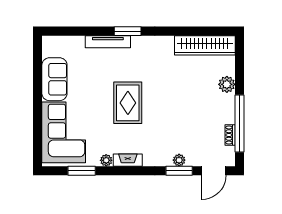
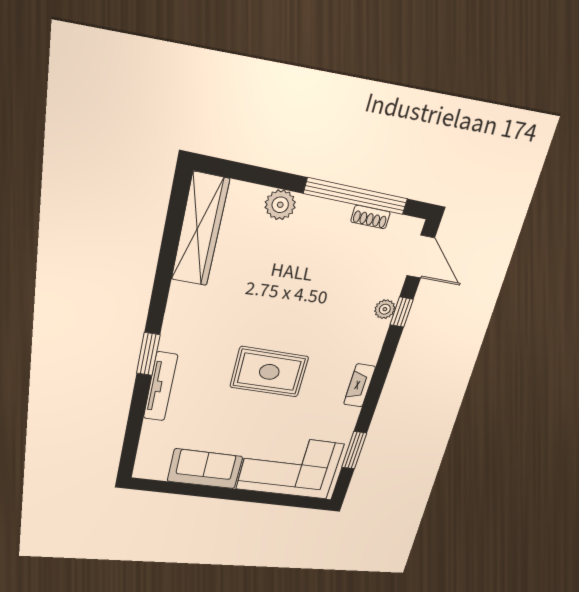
plant: (106, 160) -> (350, 416), removed
window: (179, 171) -> (402, 312), width x0.67

